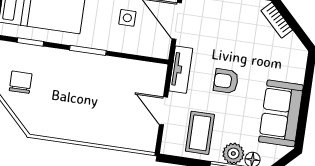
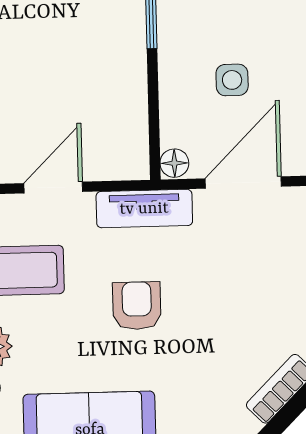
floor lamp: (162, 52) -> (174, 163), added

